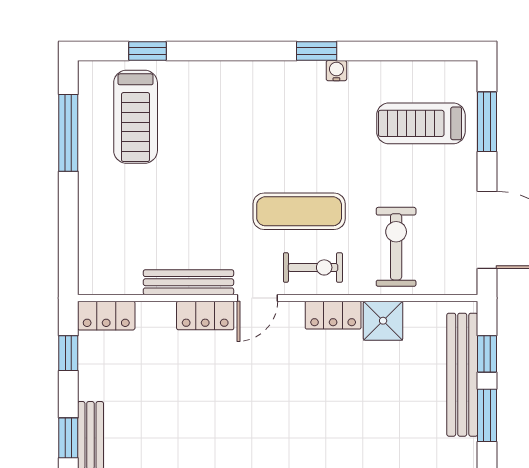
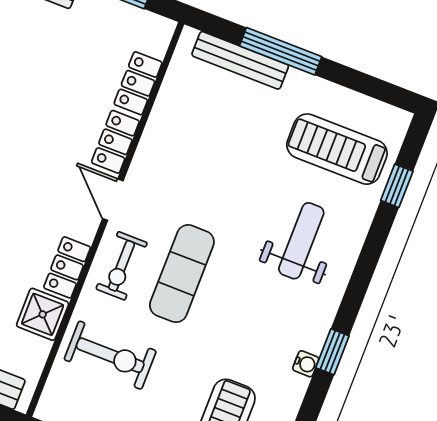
weight bench: (229, 117) -> (301, 241), added
window: (68, 133) -> (281, 51), moved
bench: (188, 282) -> (240, 60), moved, turned 90
locker: (106, 316) -> (138, 83), moved

